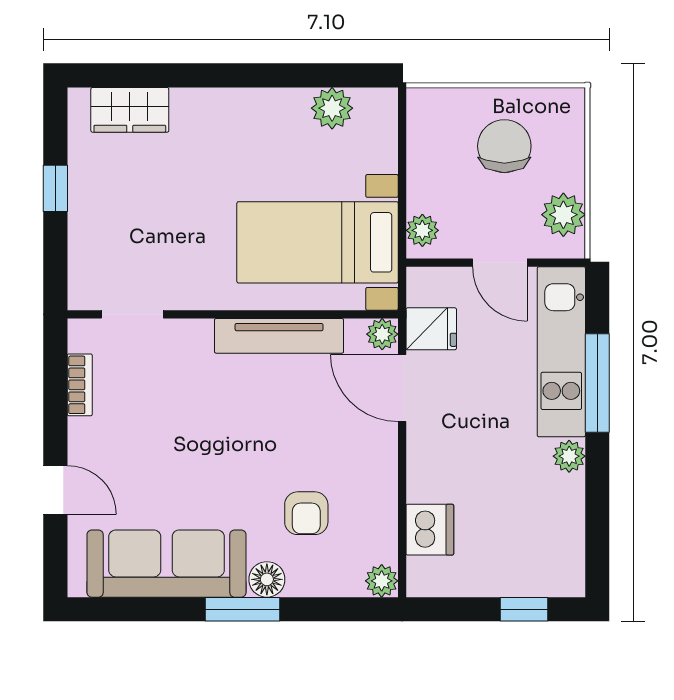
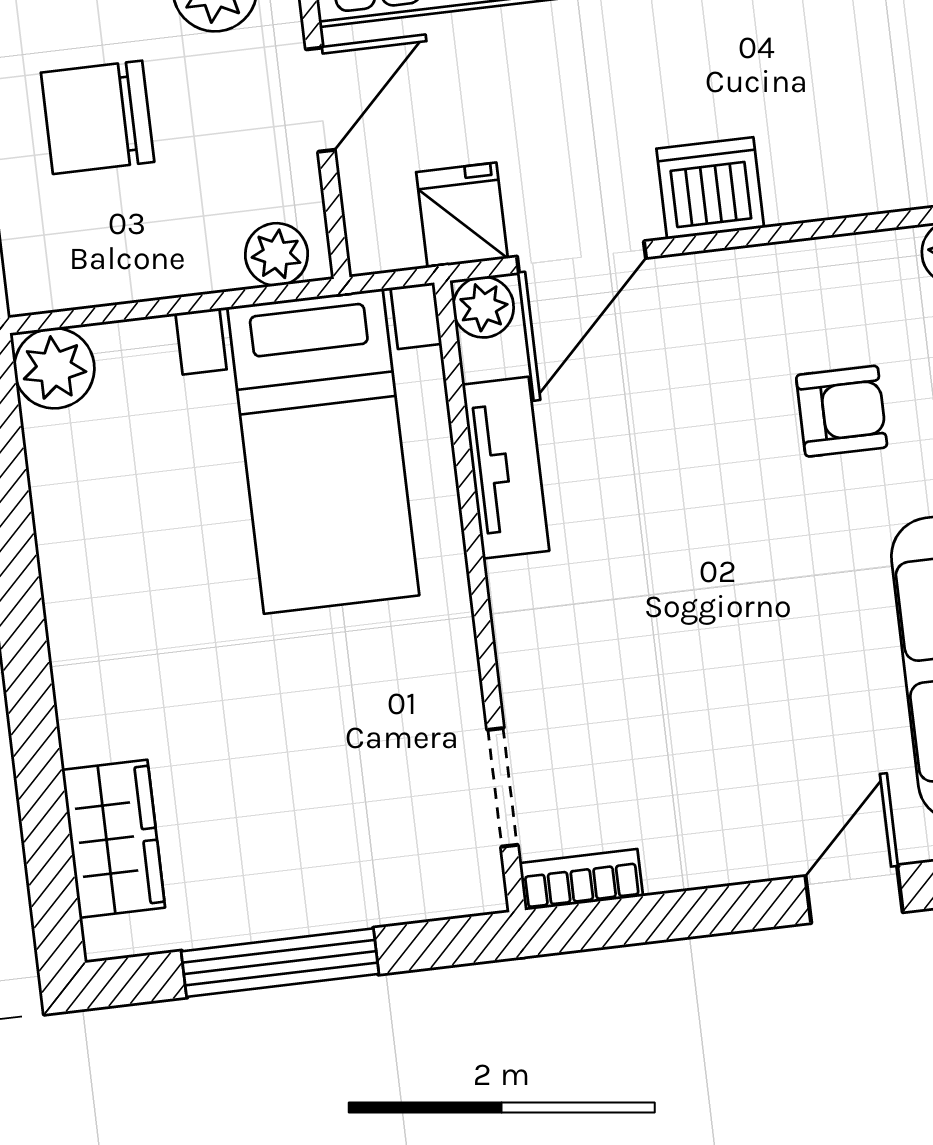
plant: (332, 108) -> (54, 368), moved
window: (55, 188) -> (280, 963), width x2.17
tv unit: (279, 336) -> (506, 468), width x0.71
bookcase: (80, 385) -> (581, 880), moved
dishwasher: (430, 530) -> (710, 188), moved

